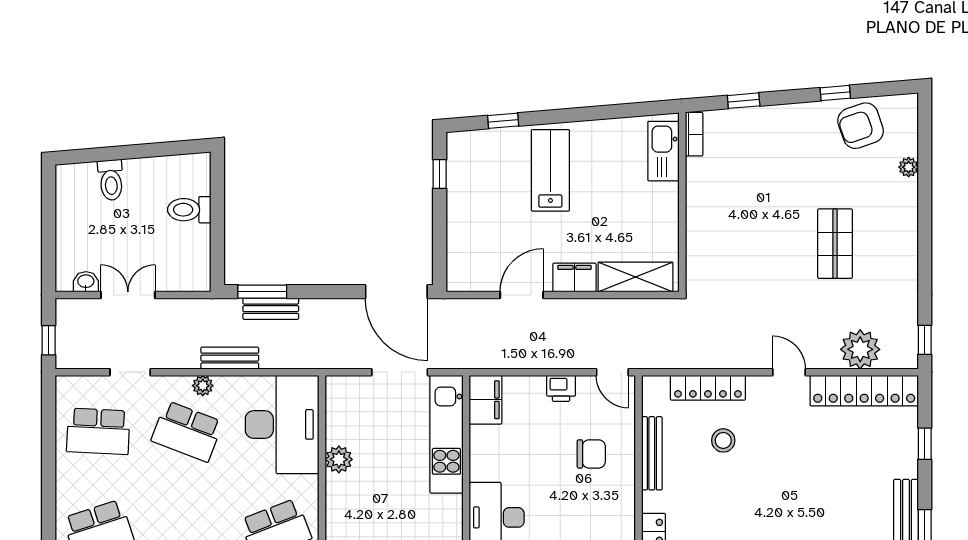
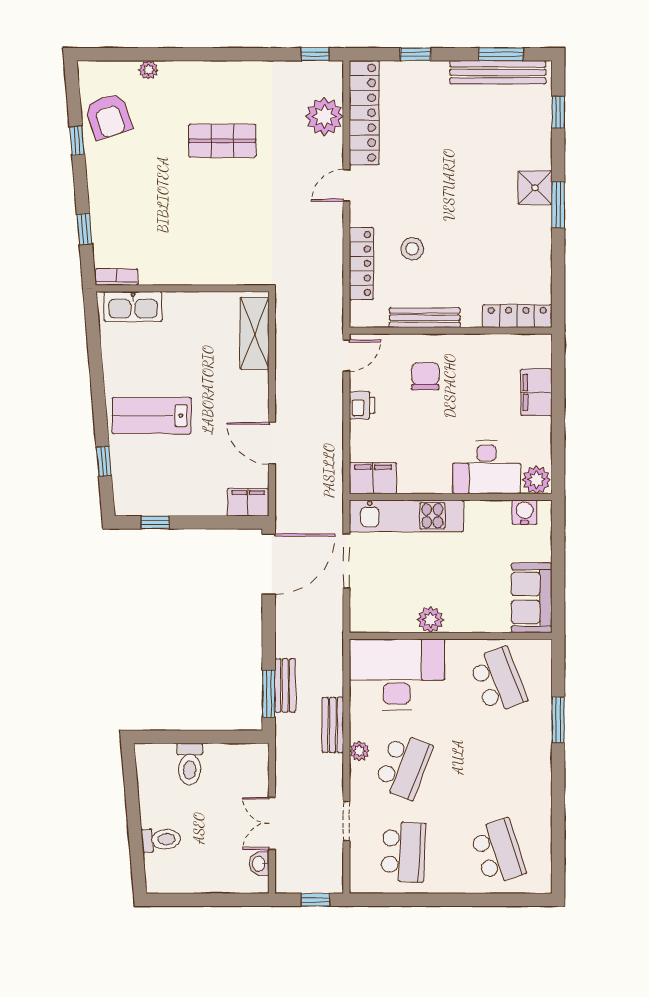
filing cabinet: (574, 278) -> (248, 502), moved, turned 90

